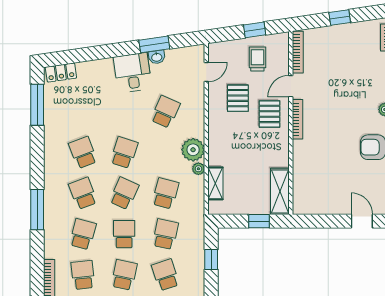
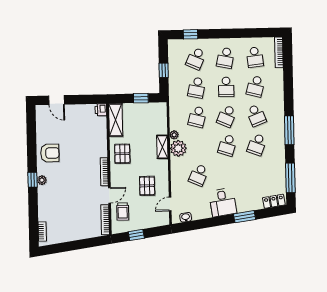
window: (340, 17) -> (76, 245), removed
window: (154, 44) -> (244, 217), moved
washbasin: (157, 57) -> (186, 217), moved
trolley: (257, 59) -> (123, 211), moved
pallet: (269, 114) -> (122, 154), moved
school desk: (83, 153) -> (257, 145), turned 42
shelving: (215, 183) -> (162, 147), moved
printer: (300, 206) -> (101, 110), added
window: (37, 210) -> (289, 130), moved
window: (259, 221) -> (141, 98), moved
school desk: (165, 275) -> (196, 59), turned 42

